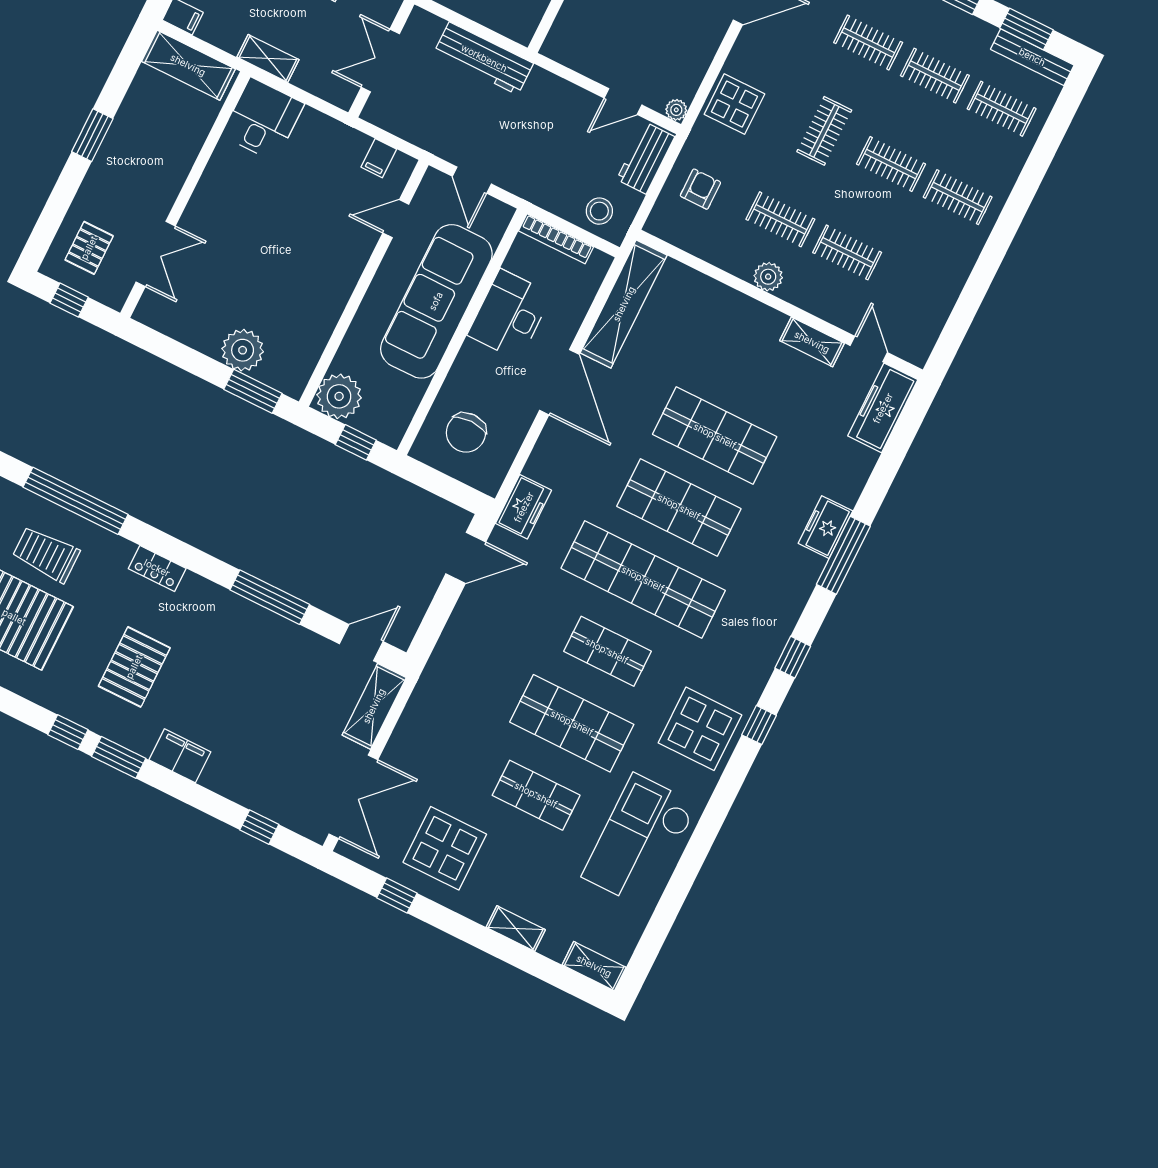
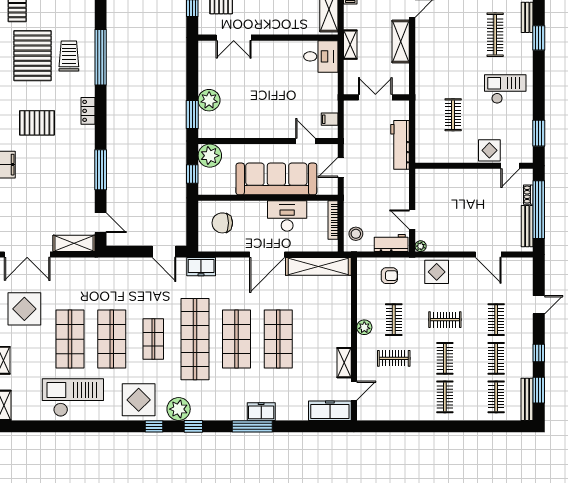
clothes rail: (847, 252) -> (394, 358), turned 90
plant: (750, 668) -> (179, 409), added
shop shelf: (536, 795) -> (70, 339), width x1.43, depth x1.36

